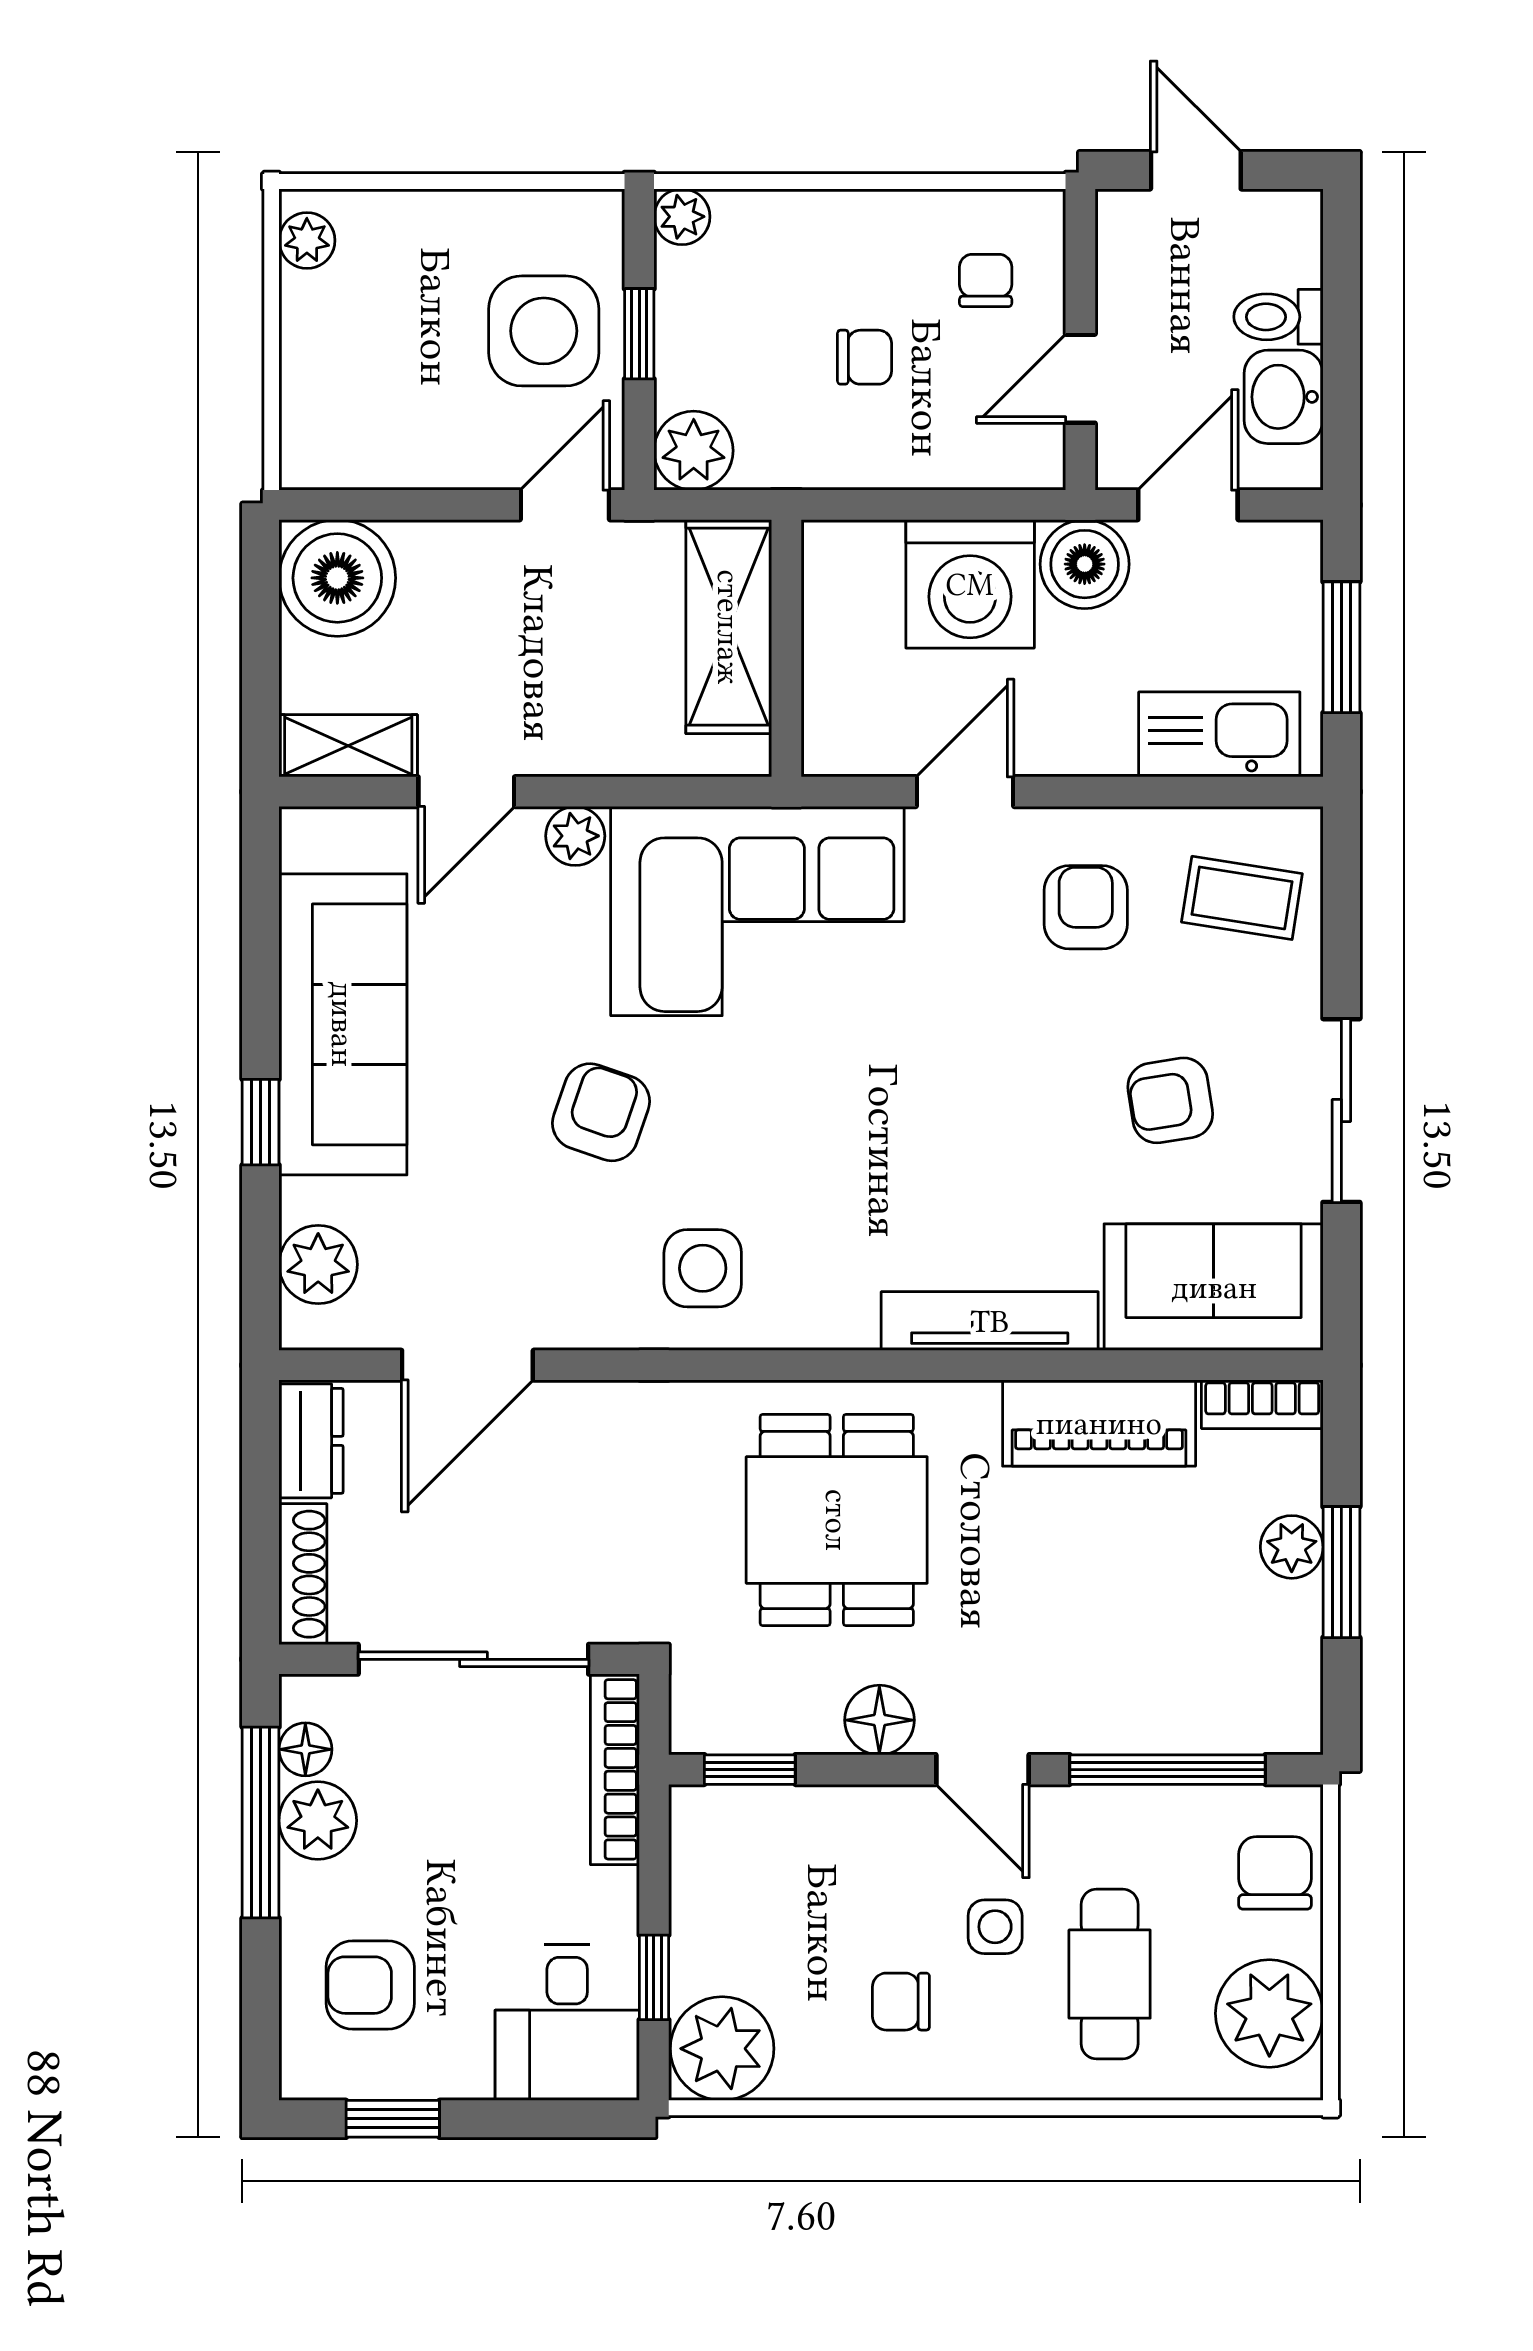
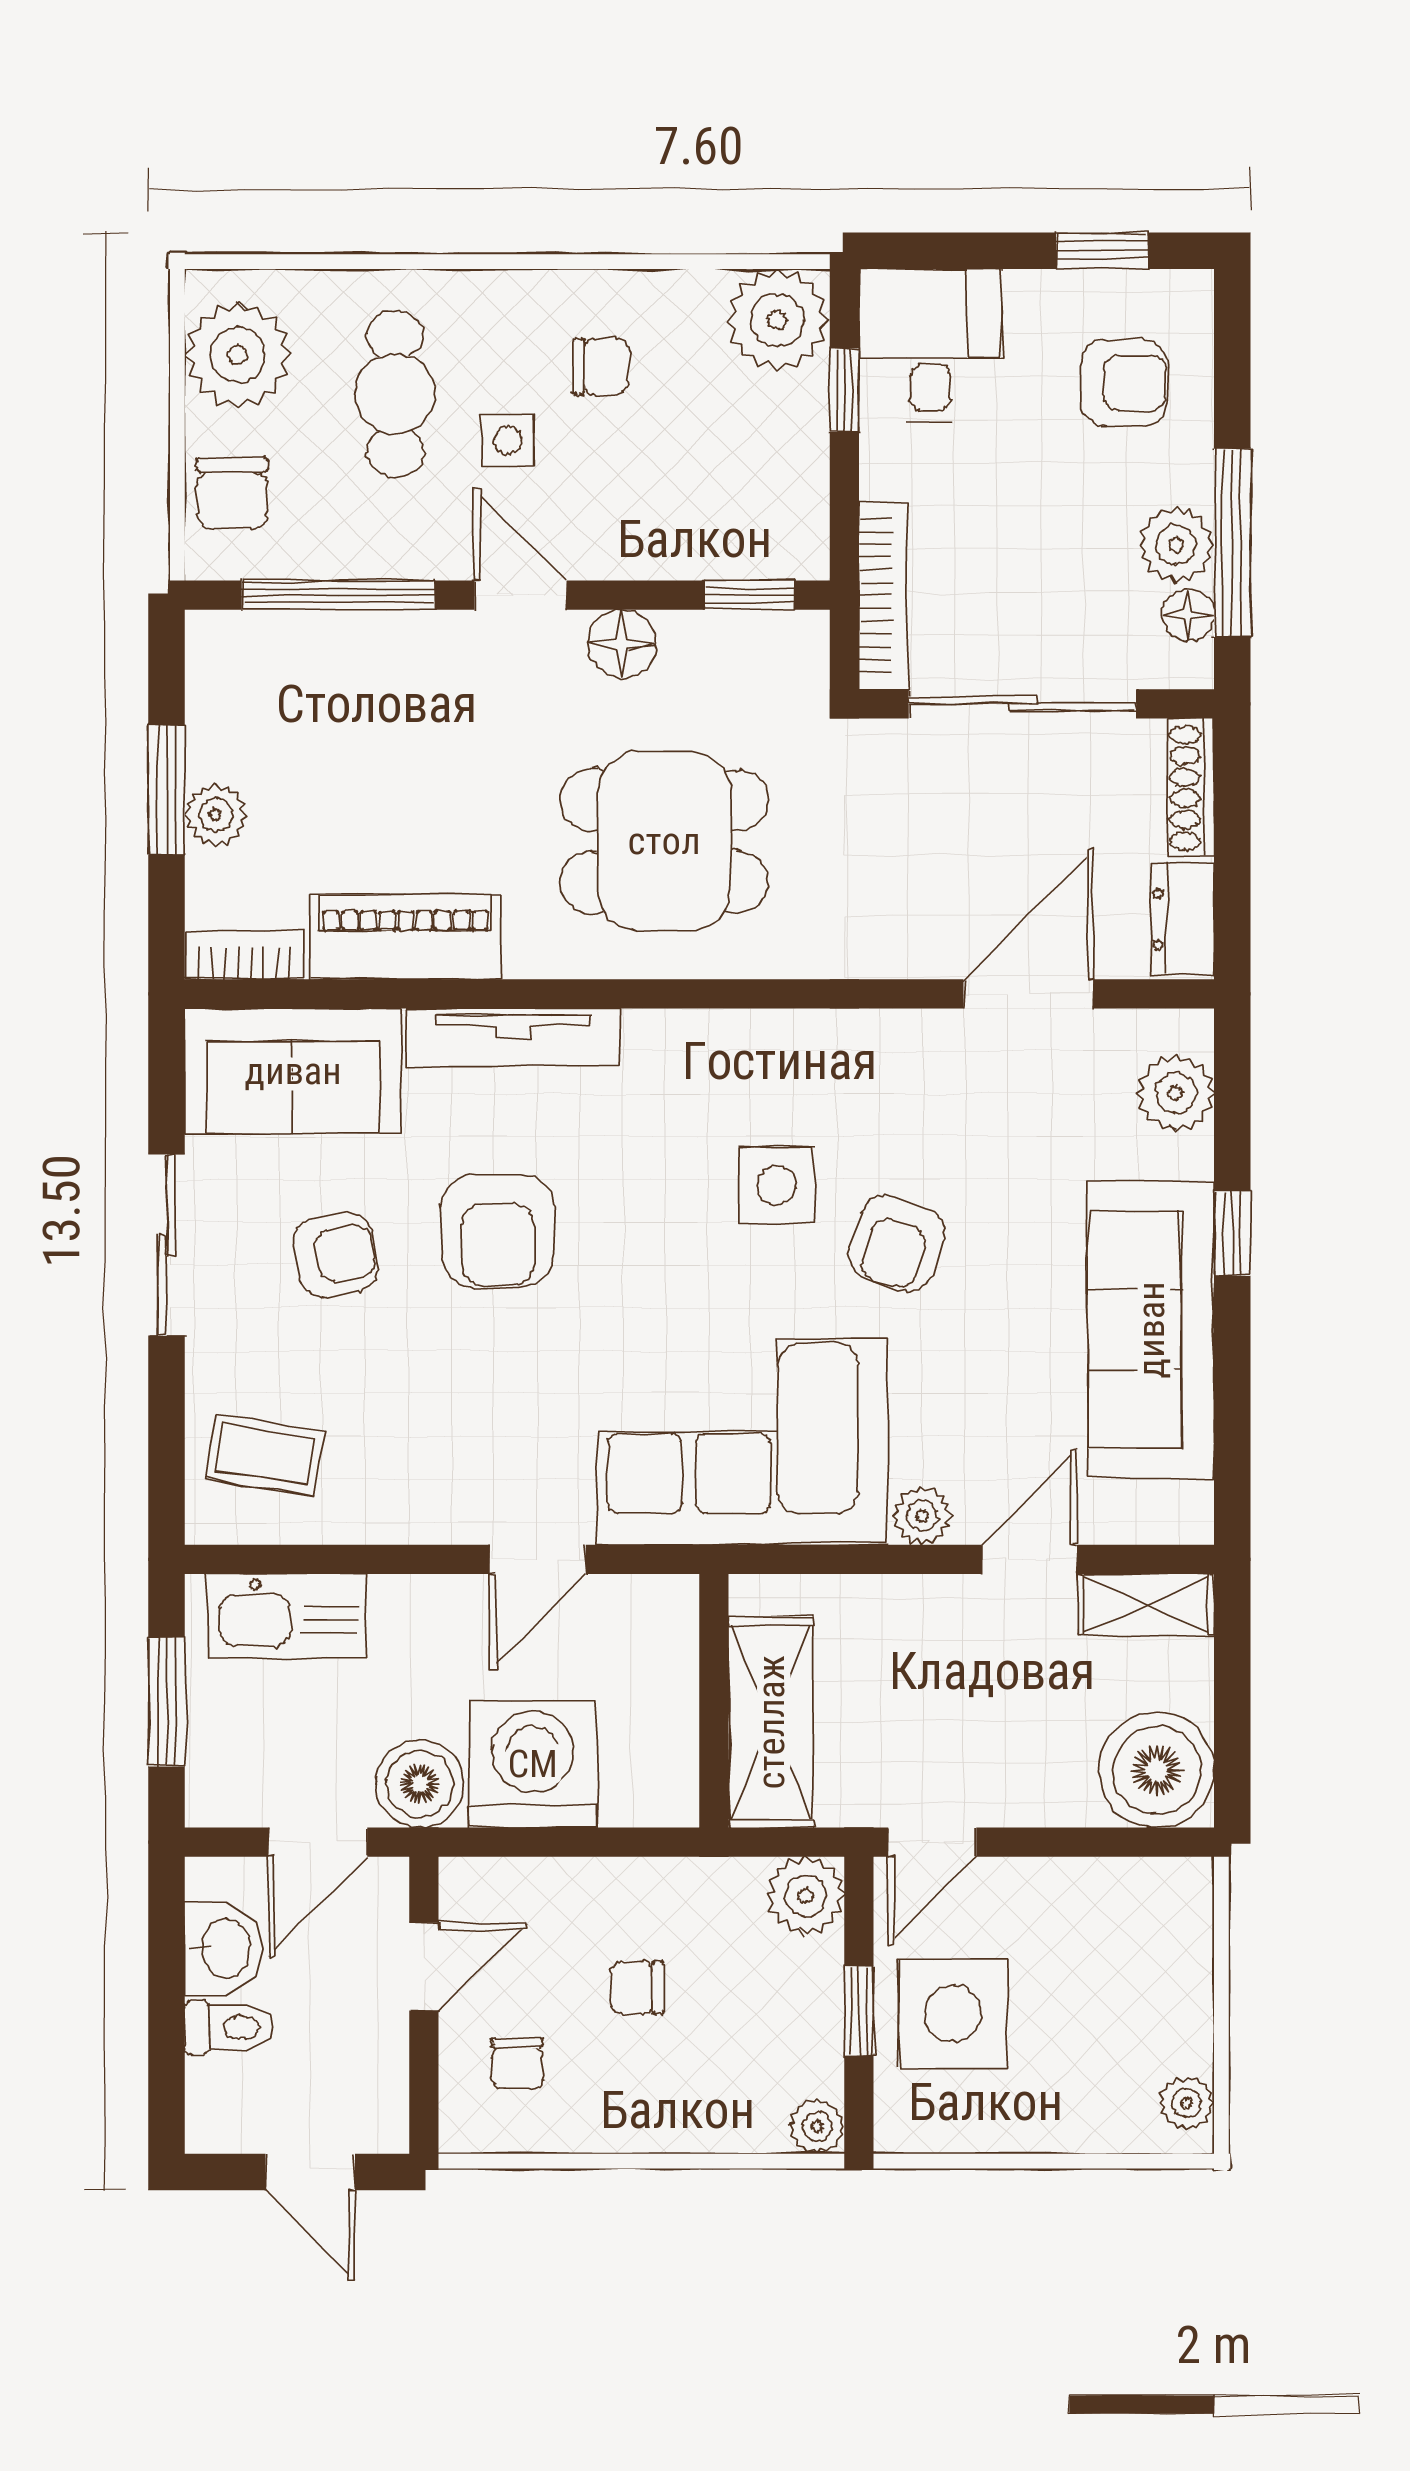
armchair: (1086, 907) -> (498, 1231), moved, width x1.38, depth x1.38
side table: (703, 1268) -> (777, 1185), moved
dining table: (837, 1520) -> (664, 841), turned 90

